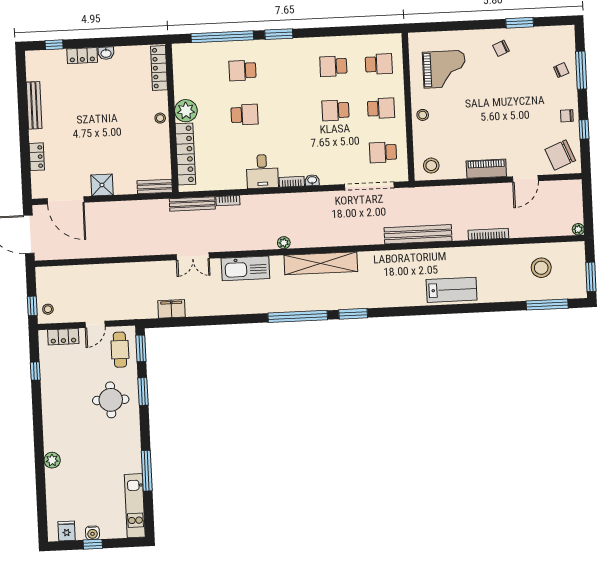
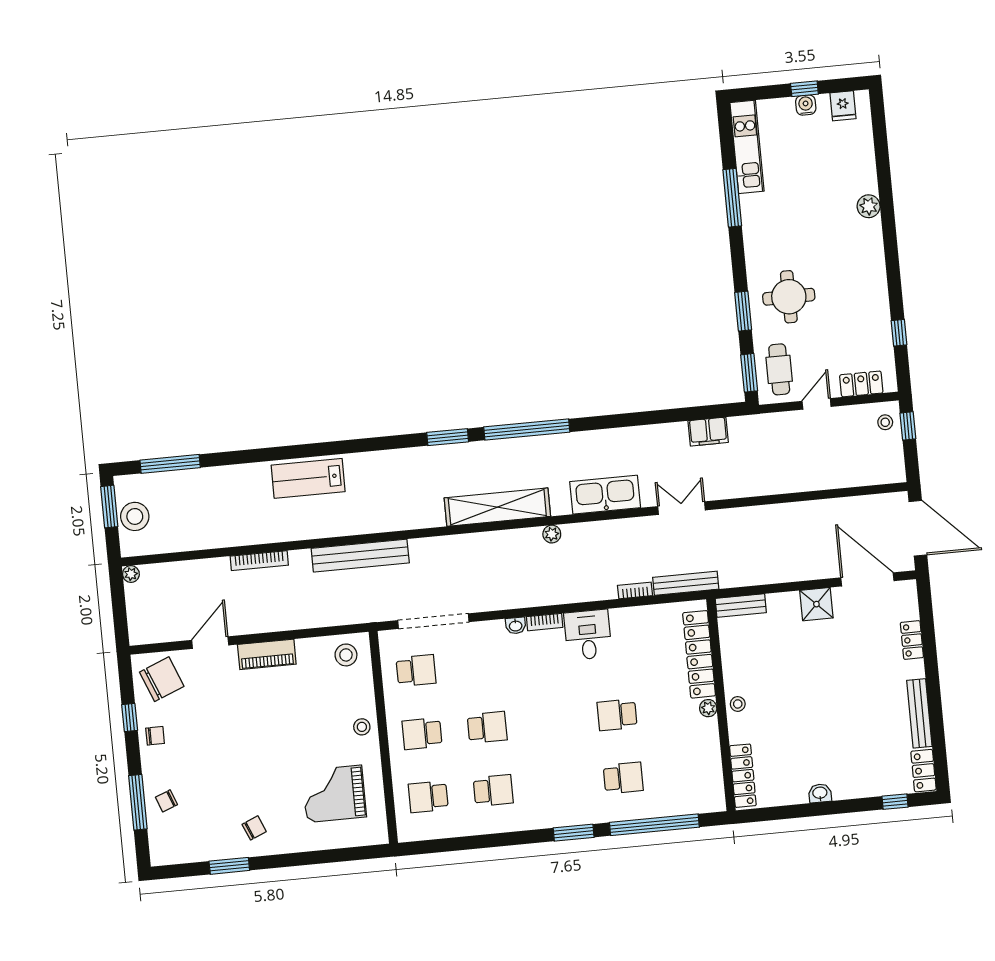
locker: (82, 56) -> (924, 771), moved, turned -90
plant: (186, 111) -> (708, 708), width x0.53, depth x0.53
stool: (541, 268) -> (135, 516), moved

